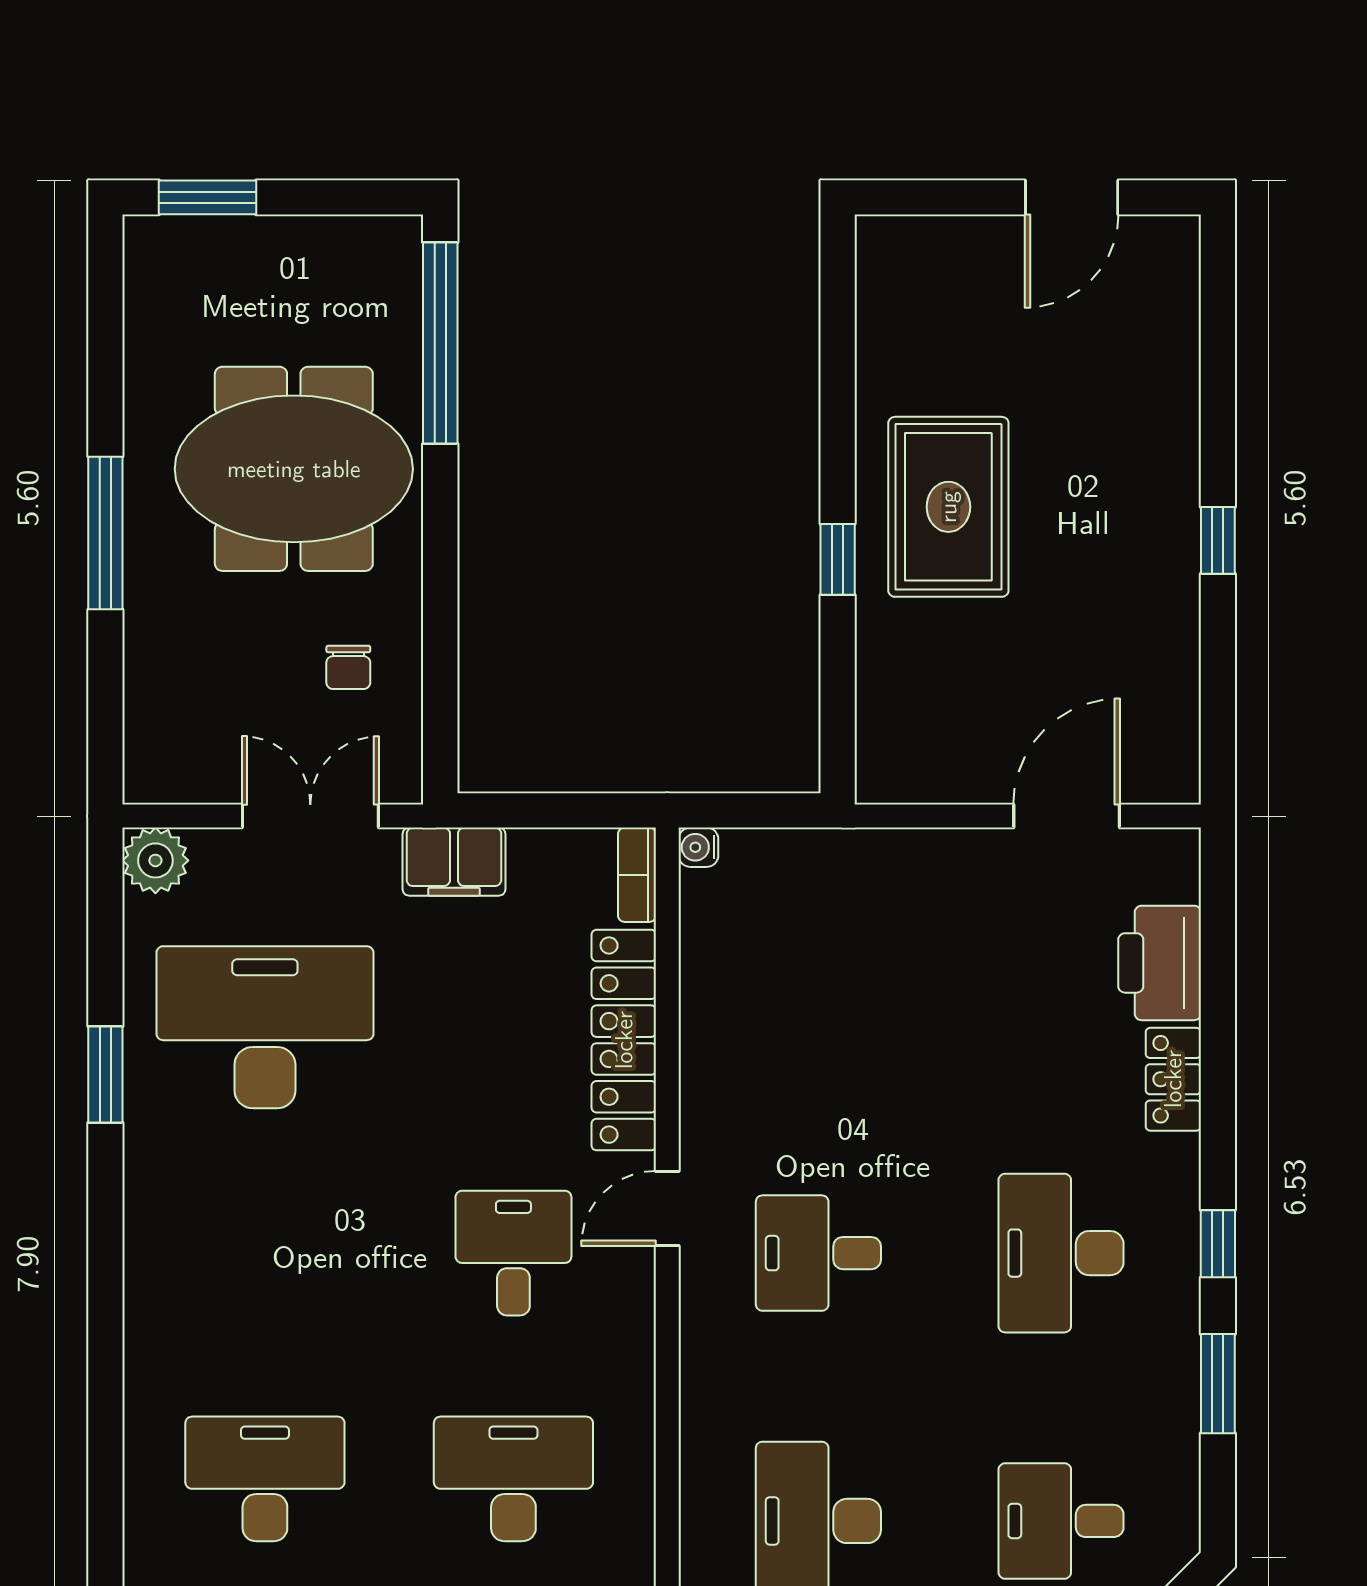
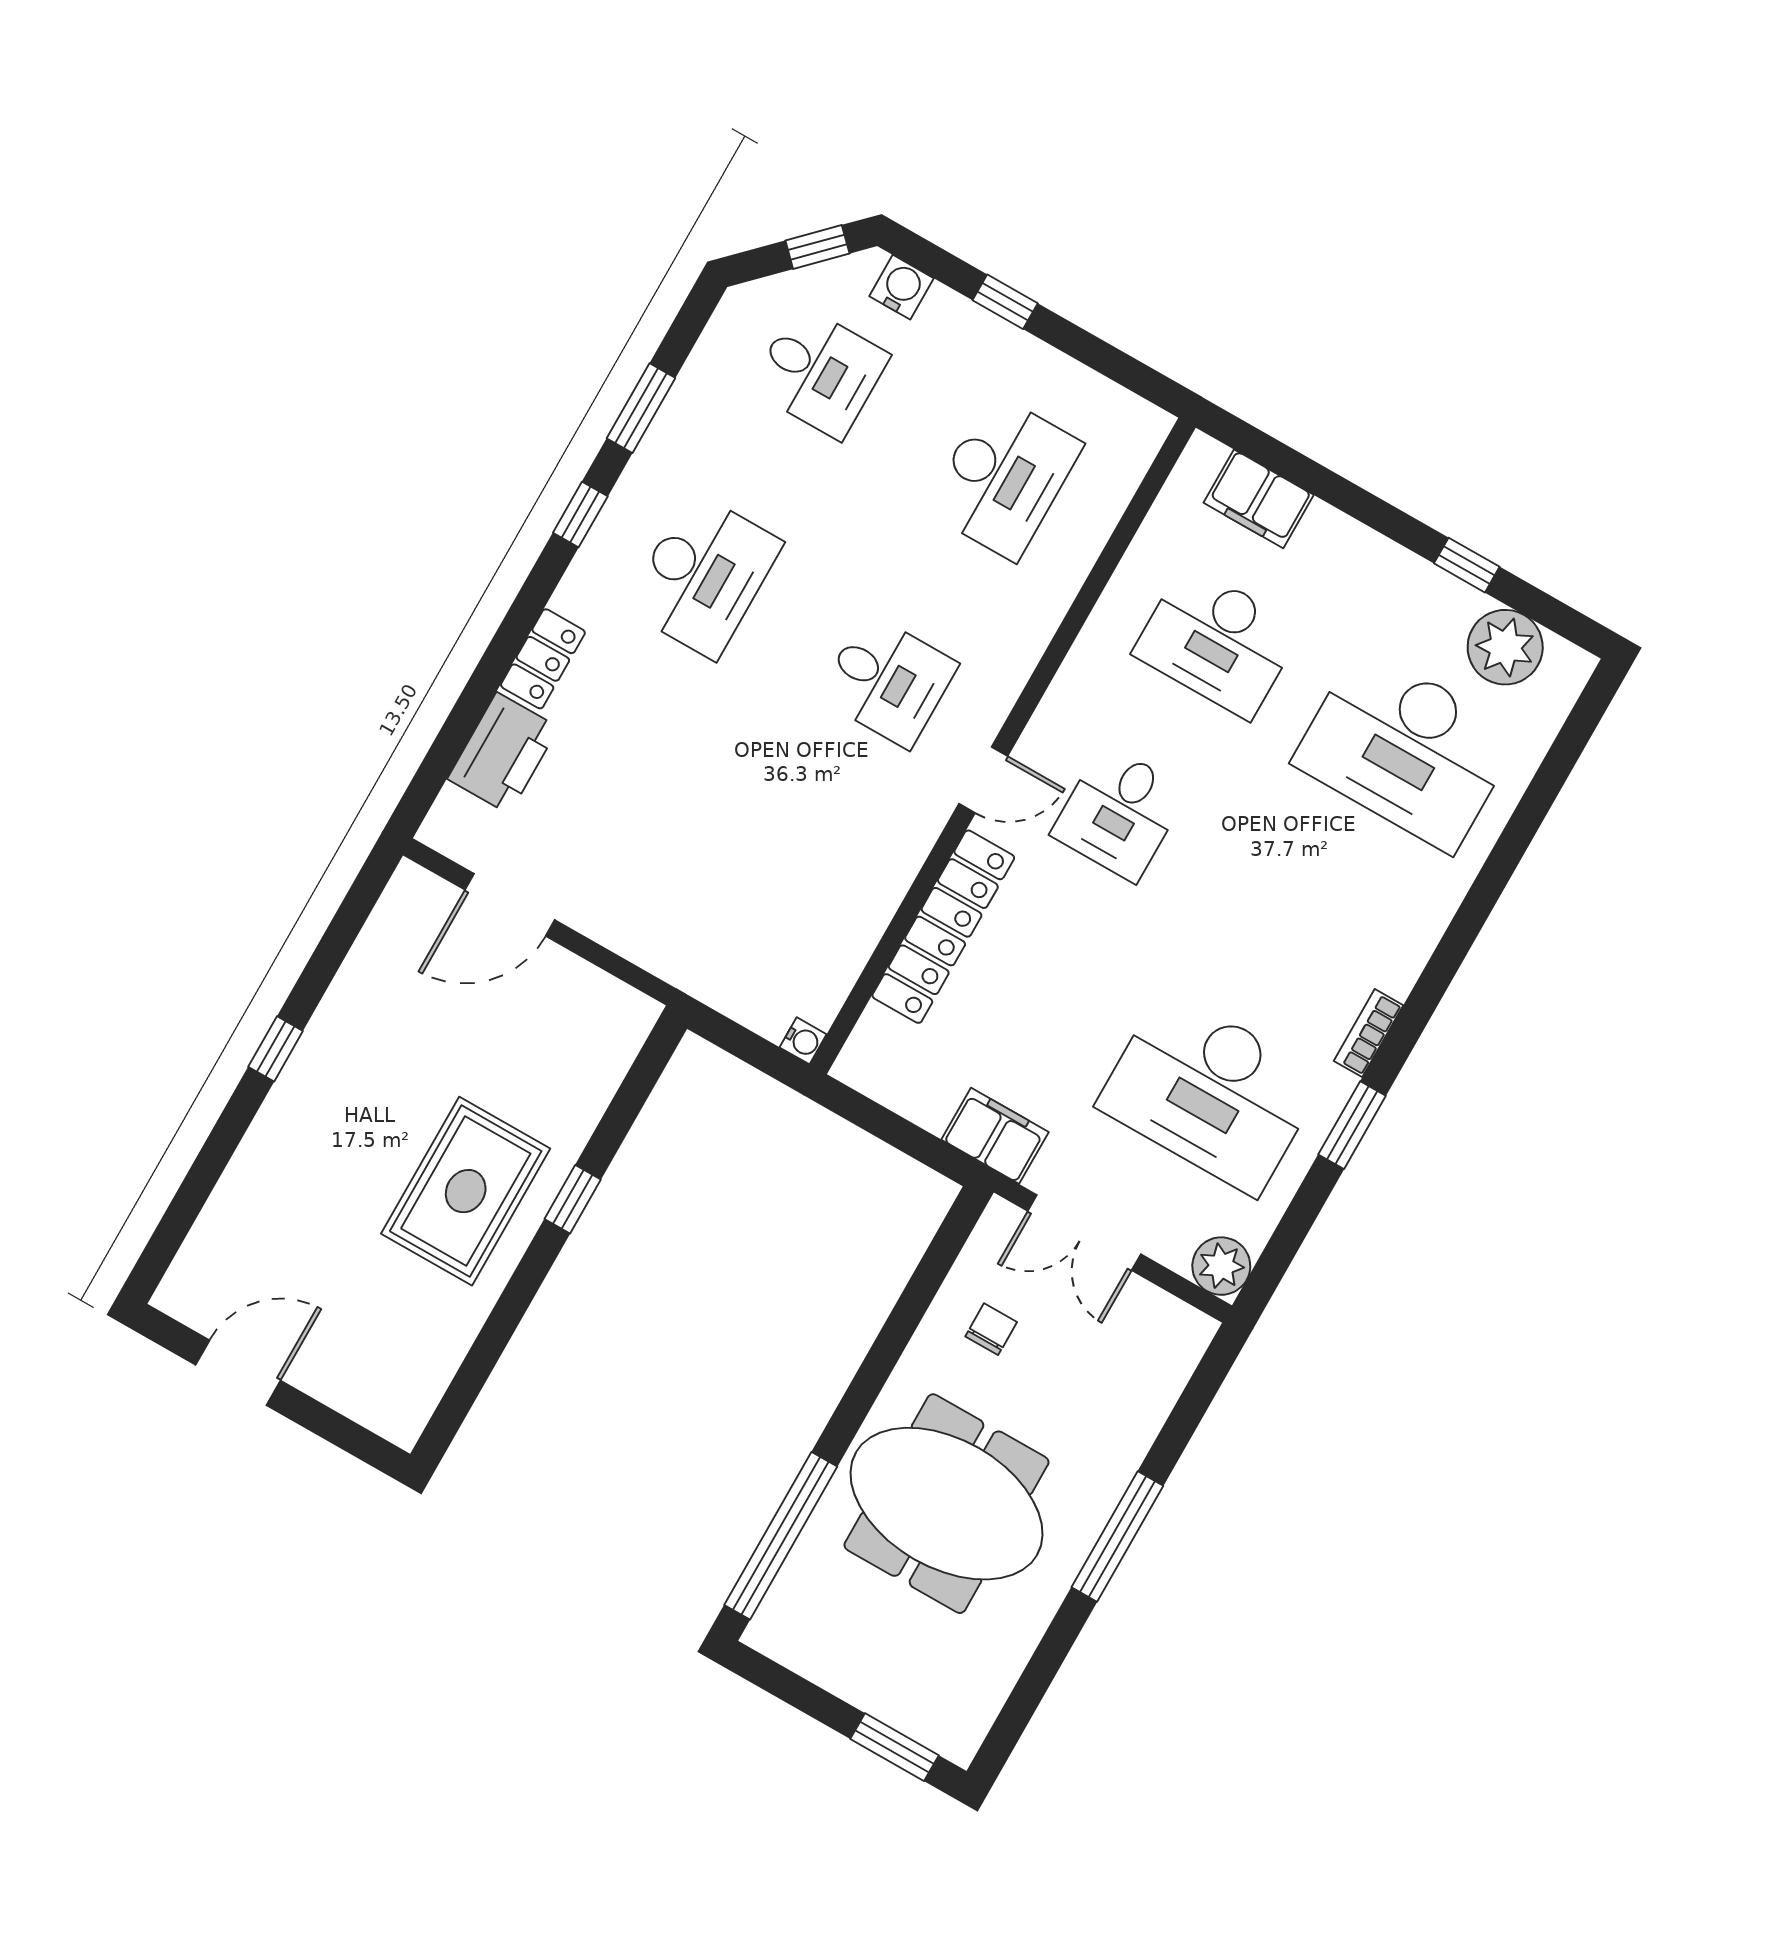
bookcase: (637, 875) -> (1368, 1033), moved, turned 180
desk: (265, 1479) -> (1406, 749), width x1.36, depth x1.30

